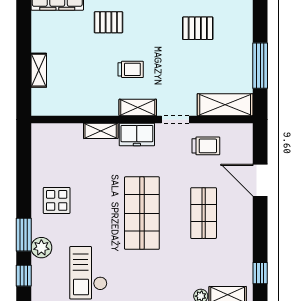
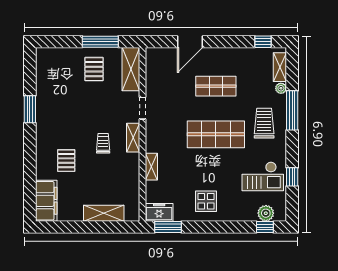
pallet: (198, 28) -> (94, 69), moved
shelving: (39, 70) -> (104, 213), width x1.50, depth x1.33
freezer: (137, 134) -> (159, 212), moved, turned -90
trolley: (206, 146) -> (264, 123), moved, width x1.36, depth x1.39
window: (24, 235) -> (168, 227), moved
plant: (41, 248) -> (266, 213), moved

